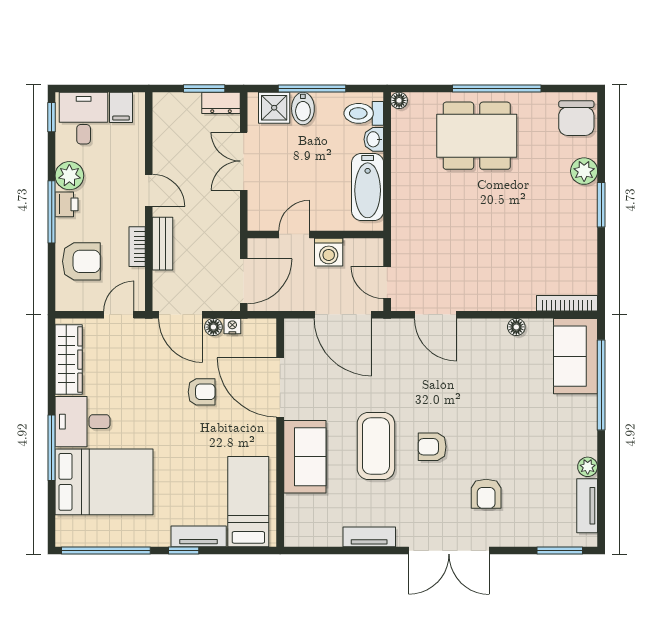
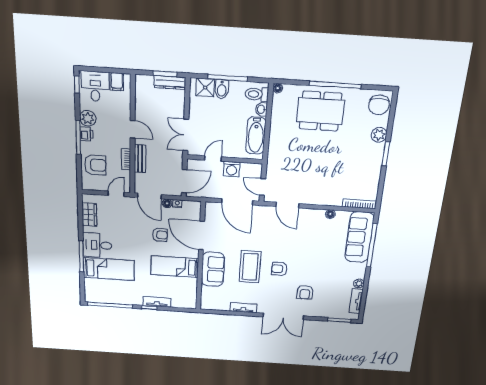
dresser: (221, 103) -> (170, 82), width x1.44
double door: (244, 161) -> (186, 135), moved
sofa: (576, 356) -> (359, 237), width x1.36
wardrobe: (69, 360) -> (89, 215), width x0.67
bed: (104, 482) -> (109, 269), width x0.67
bed: (248, 502) -> (175, 267), moved, turned -90

